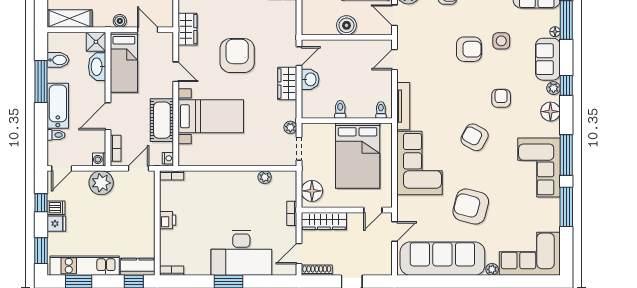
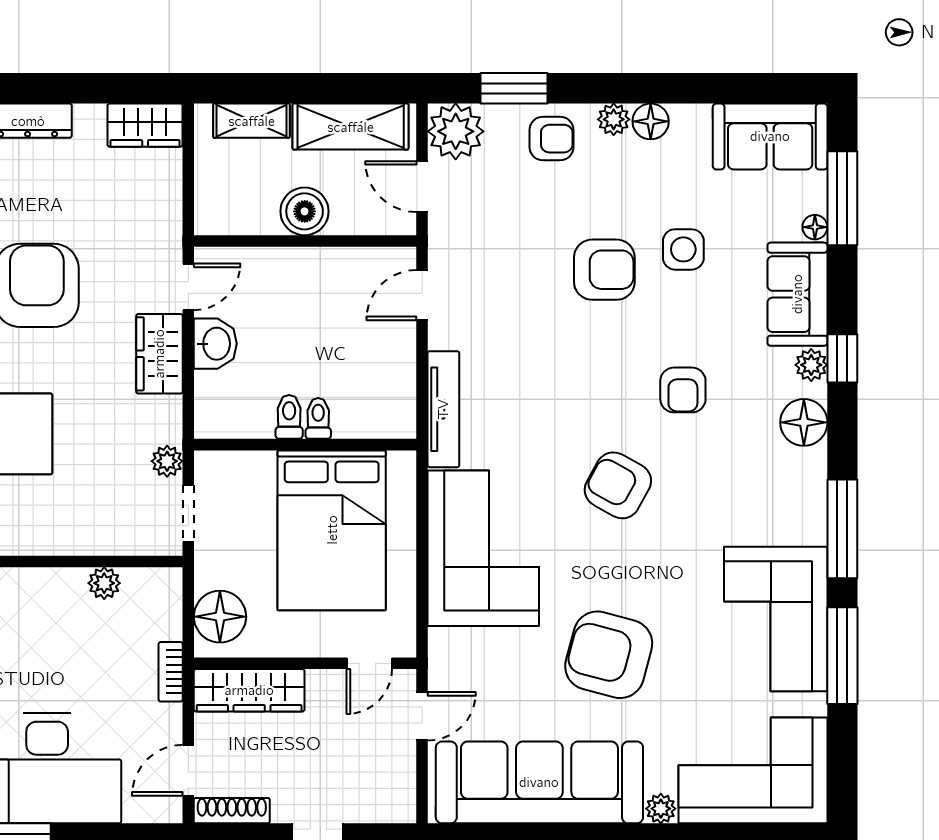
armchair: (501, 98) -> (683, 390), turned 180
toilet: (381, 110) -> (318, 418), moved
corner sofa: (539, 167) -> (776, 619), moved

